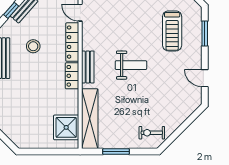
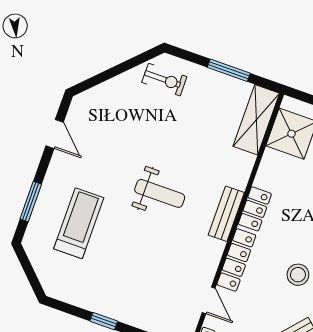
weight bench: (131, 65) -> (160, 193), turned 180
shelving: (90, 119) -> (256, 120), width x0.68

